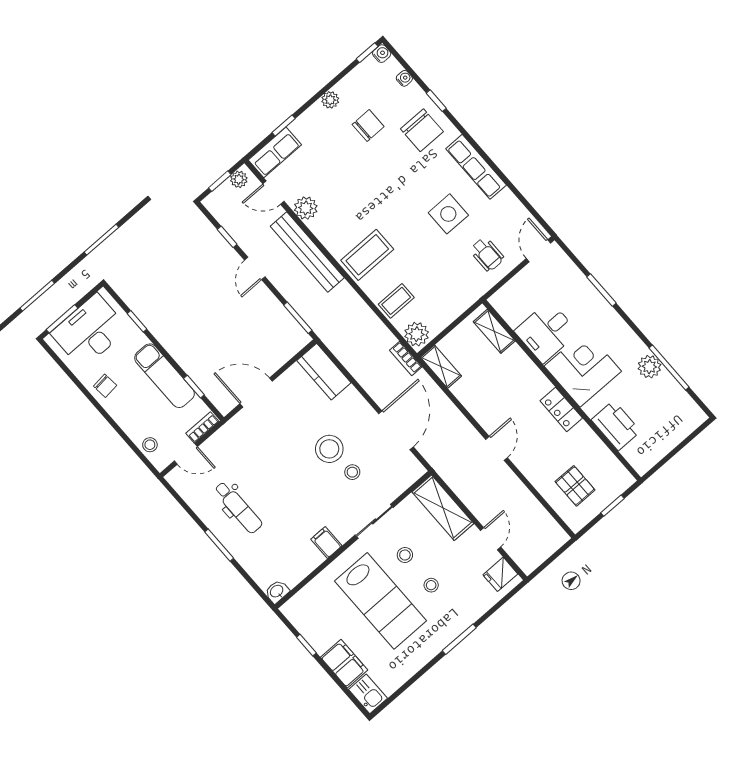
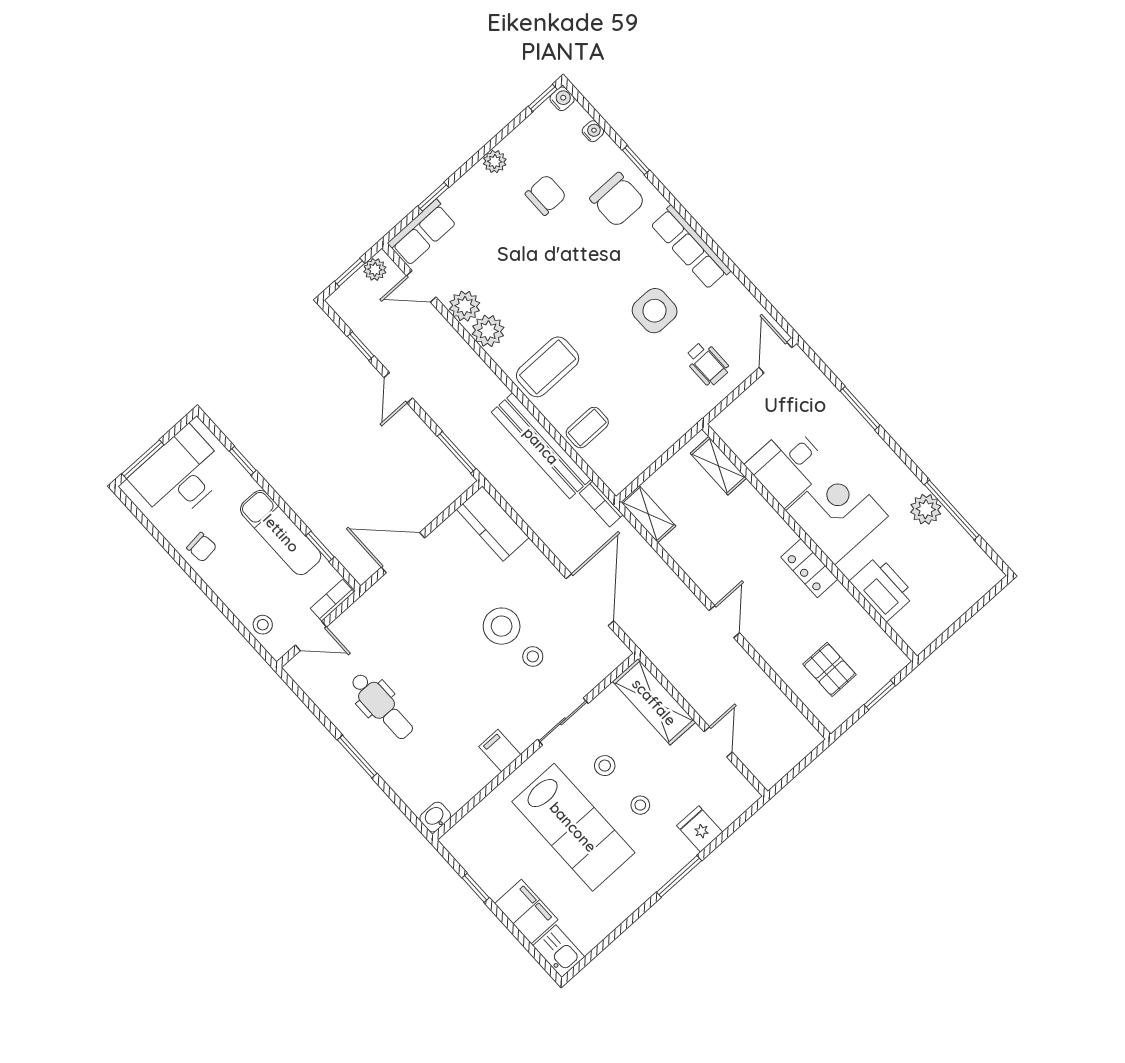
bench: (307, 252) -> (541, 446), moved
plant: (417, 334) -> (488, 331), moved
fridge: (500, 574) -> (700, 829), moved, turned 90

